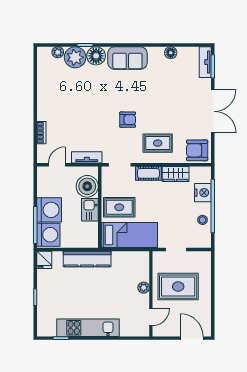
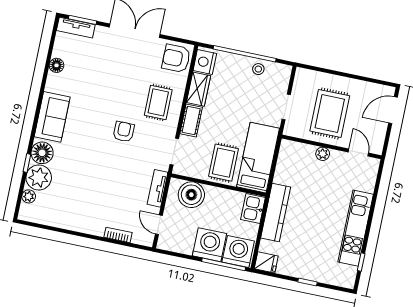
armchair: (197, 150) -> (176, 58), turned 90
nightstand: (203, 193) -> (205, 62), moved, turned -90
kitchen sink: (90, 210) -> (253, 209), moved, turned 90

